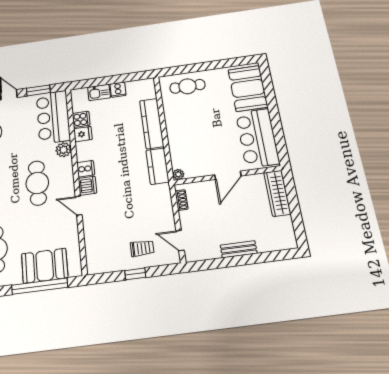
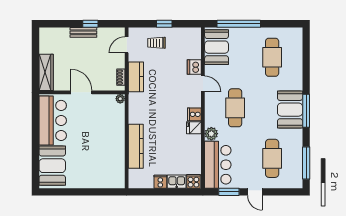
cafe table: (187, 86) -> (102, 175), removed
cooker: (81, 119) -> (193, 181), moved, turned 90
fridge: (83, 134) -> (194, 128), moved
kitchen counter: (158, 166) -> (136, 77), moved
door: (228, 175) -> (81, 92), hinge flipped
dishwasher: (87, 186) -> (194, 67), moved
door: (180, 241) -> (127, 45), swing flipped
window: (231, 262) -> (90, 24), added
booth: (45, 266) -> (217, 47), moved, turned 90

